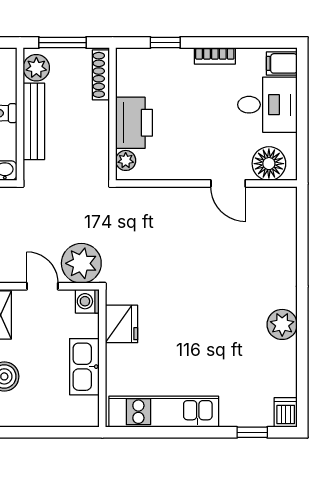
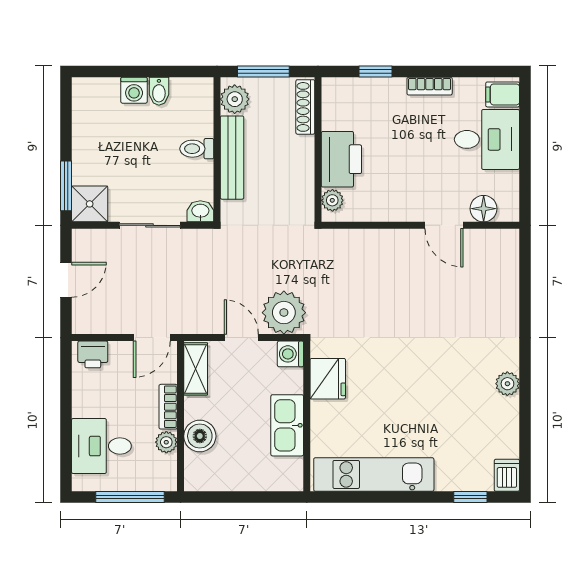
floor lamp: (269, 164) -> (484, 209), width x0.73, depth x0.73
plant: (282, 324) -> (507, 384), width x0.73, depth x0.73

